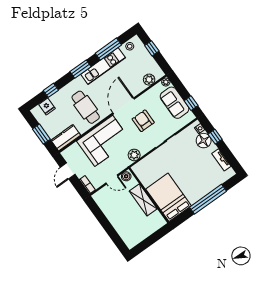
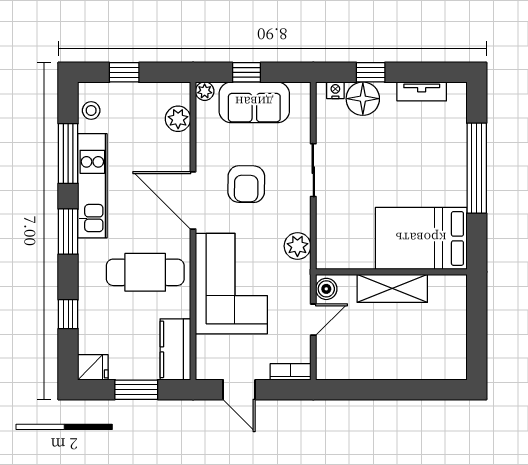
window: (191, 103) -> (247, 72), moved
fridge: (47, 106) -> (93, 367), moved
armchair: (143, 121) -> (246, 184), turned -89

